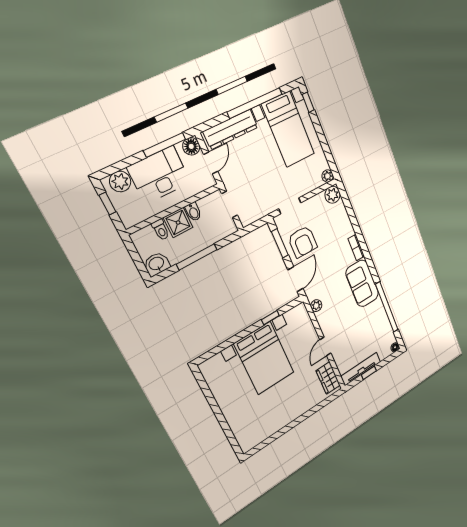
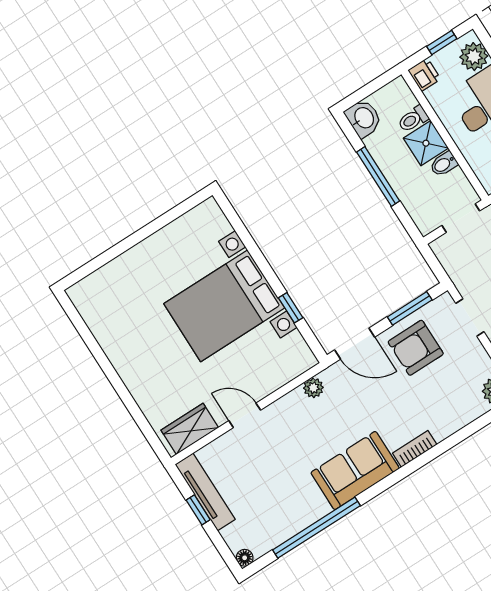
printer: (130, 219) -> (424, 75), added

